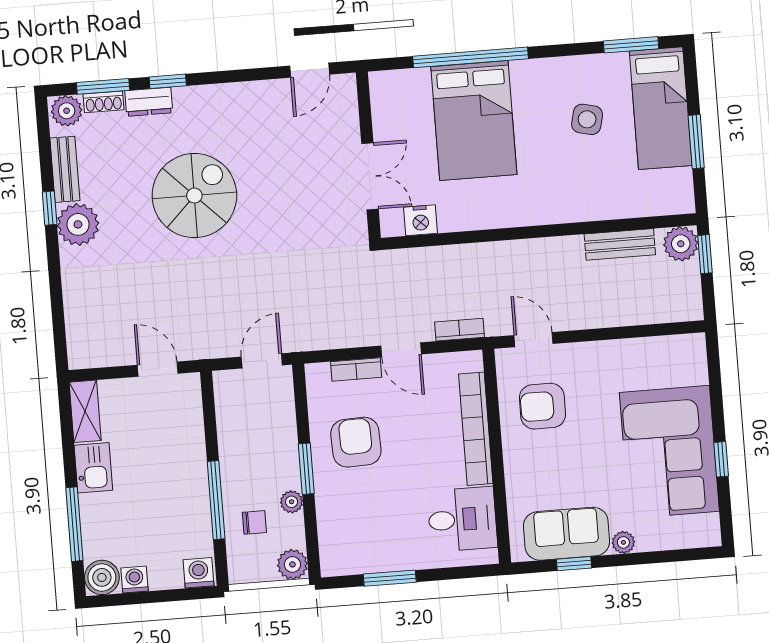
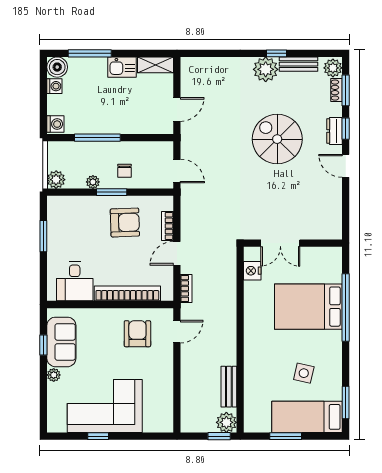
door: (310, 70) -> (346, 166), moved
dresser: (149, 102) -> (334, 131), moved
spiral stairs: (194, 196) -> (277, 139), turned 180
chair: (254, 522) -> (125, 171), moved

